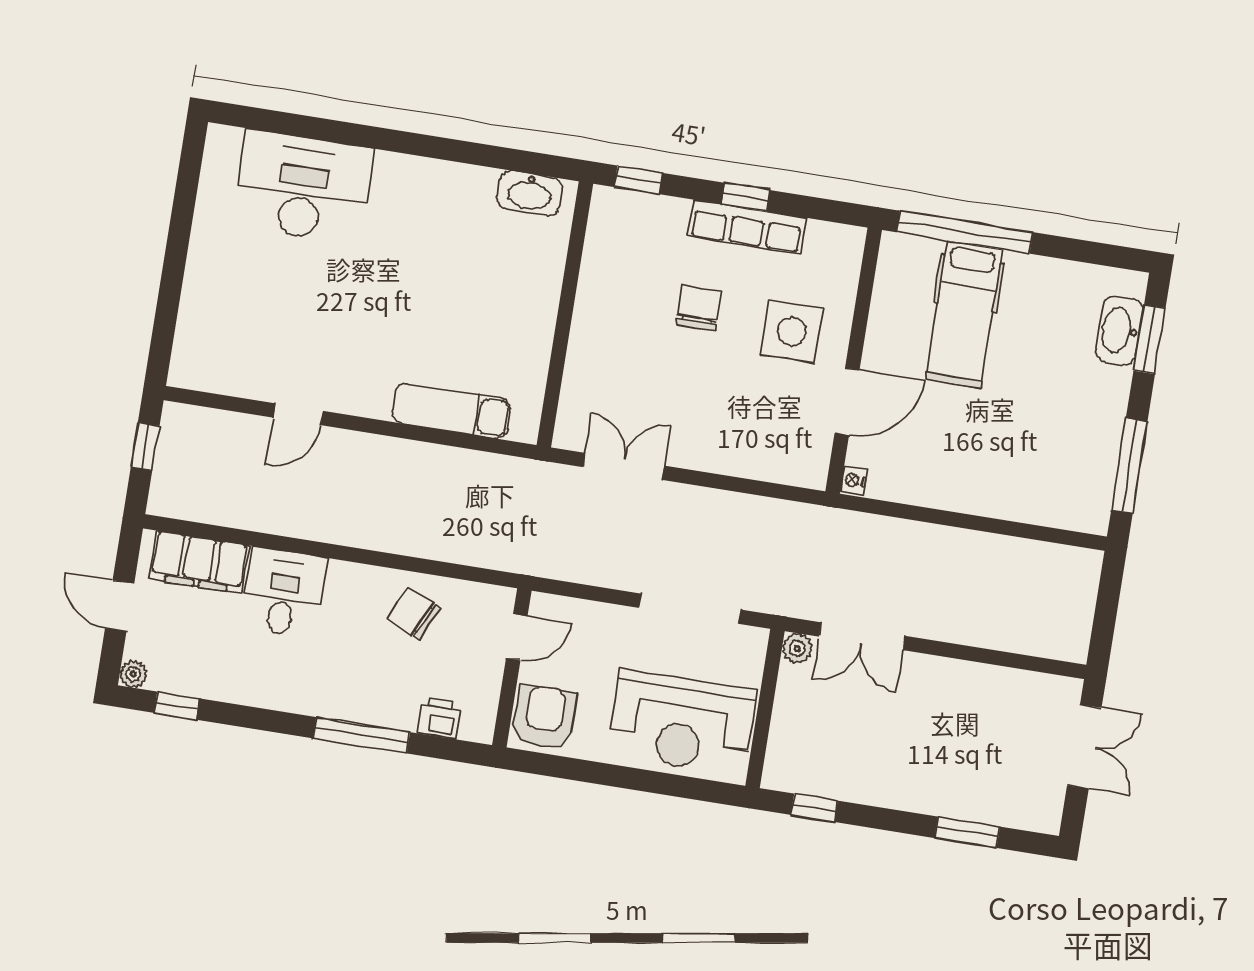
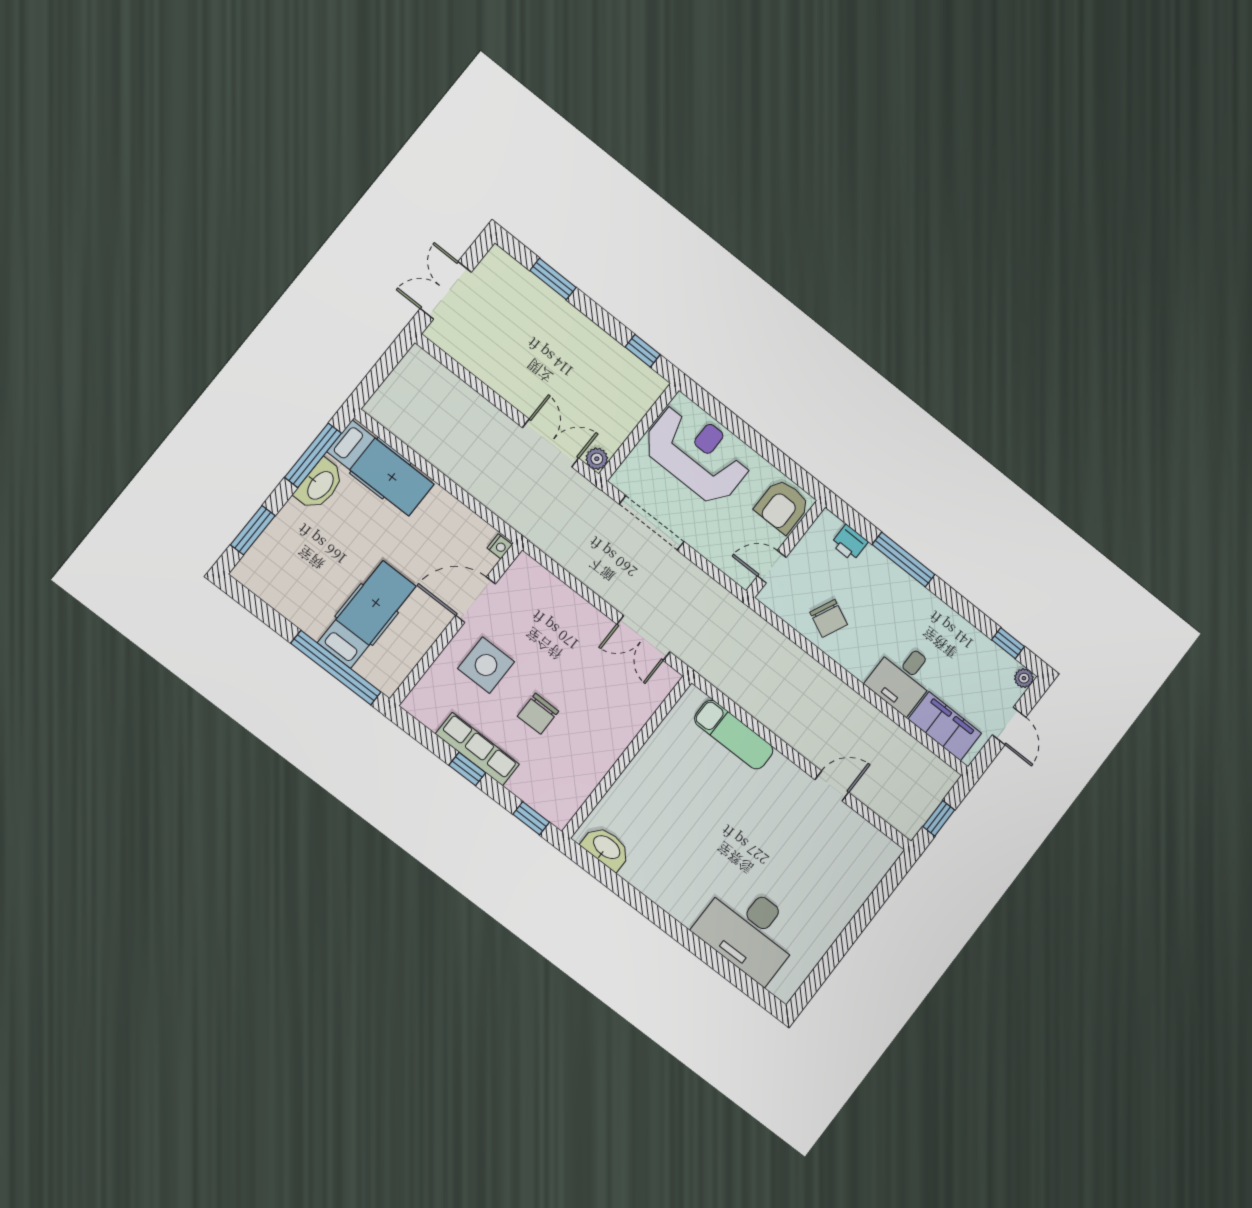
washbasin: (1119, 330) -> (320, 485), moved
hospital bed: (1044, 495) -> (380, 468), added

